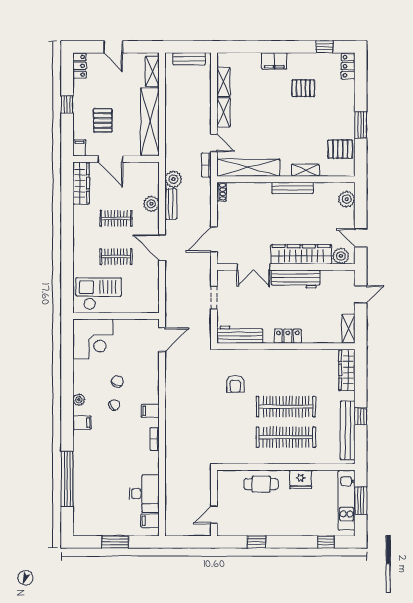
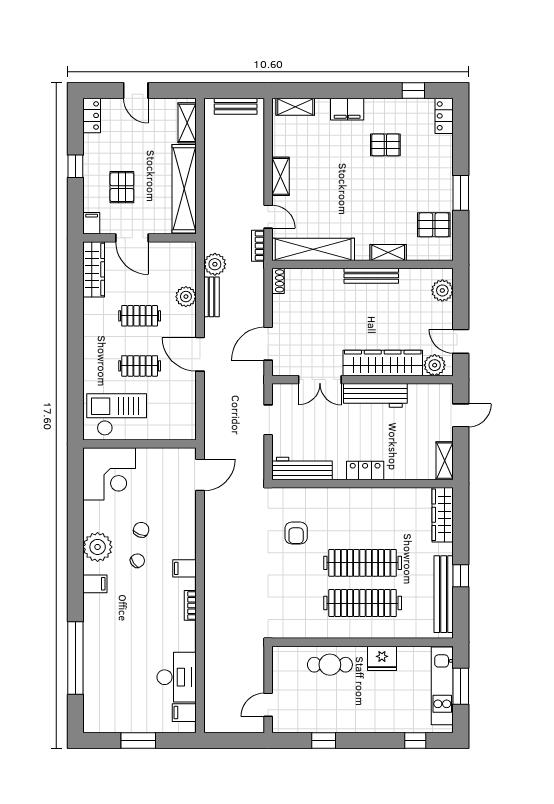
shelving: (223, 82) -> (295, 107), moved, turned 90
plant: (79, 400) -> (98, 547), width x1.88, depth x1.88

